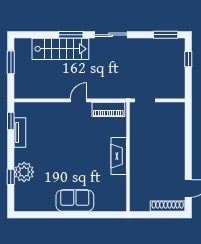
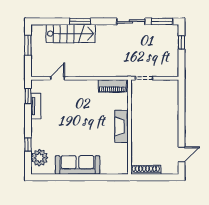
sliding door: (111, 35) -> (131, 21), moved
door: (79, 100) -> (58, 78), moved
plant: (24, 172) -> (39, 158), moved
sofa: (75, 201) -> (77, 165), width x1.36
shoe rack: (168, 206) -> (146, 170), moved

